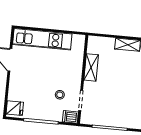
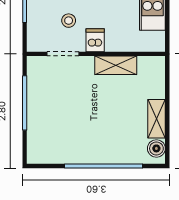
dishwasher: (70, 117) -> (95, 40), moved

